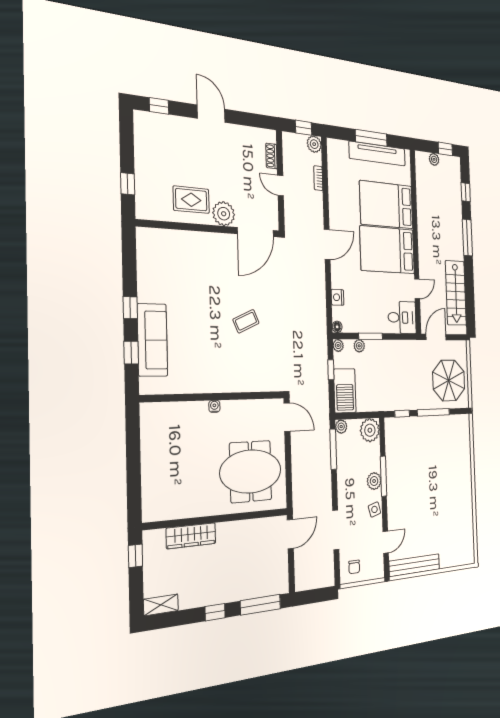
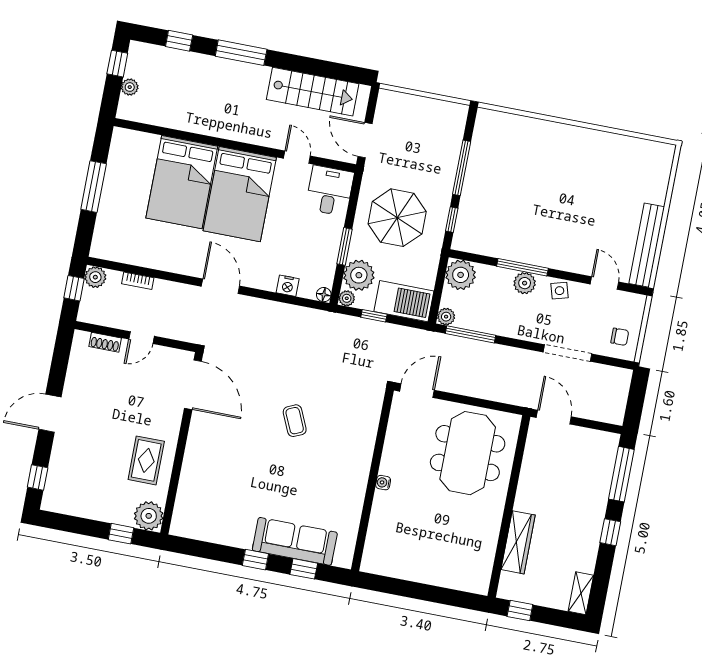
tv unit: (377, 154) -> (115, 181), removed
plant: (224, 214) -> (149, 516), moved
plant: (359, 346) -> (359, 275), width x1.87, depth x1.87
parasol: (449, 380) -> (397, 218), moved

